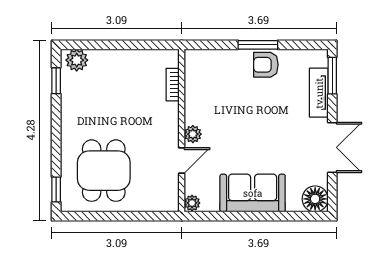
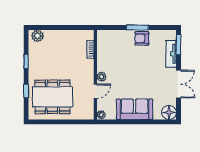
window: (56, 81) -> (26, 61), moved
dining table: (104, 171) -> (52, 97), width x1.38
window: (56, 190) -> (26, 91), moved

